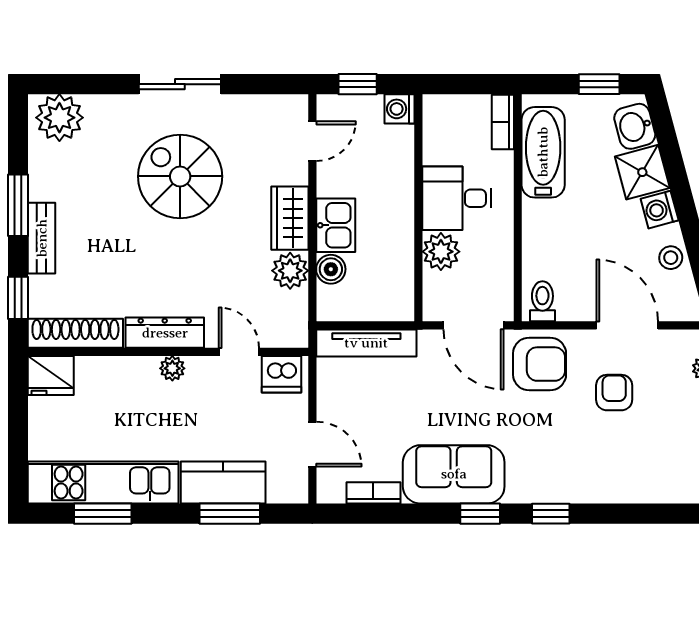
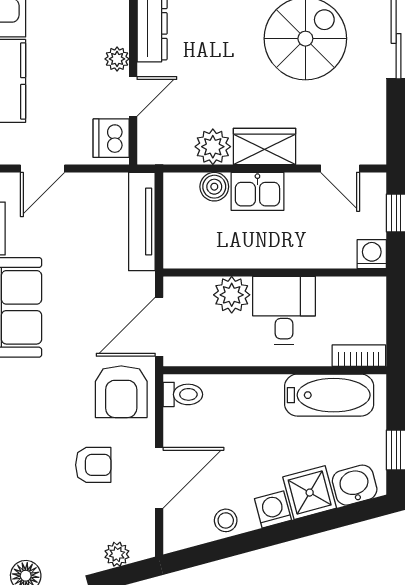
plant: (172, 368) -> (117, 59), moved

